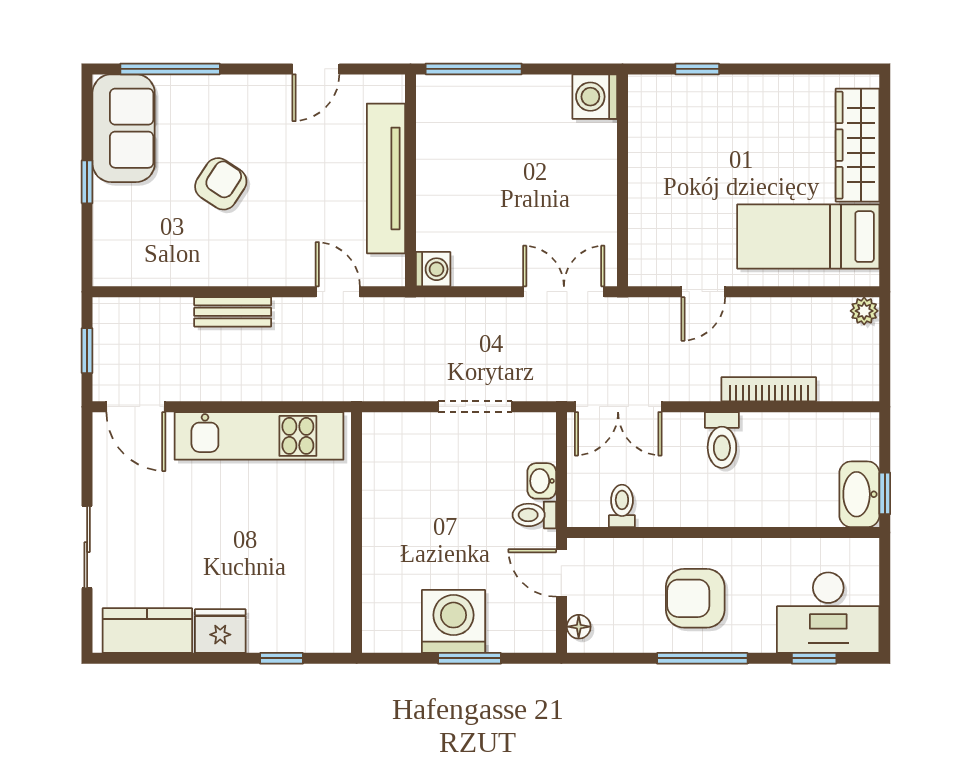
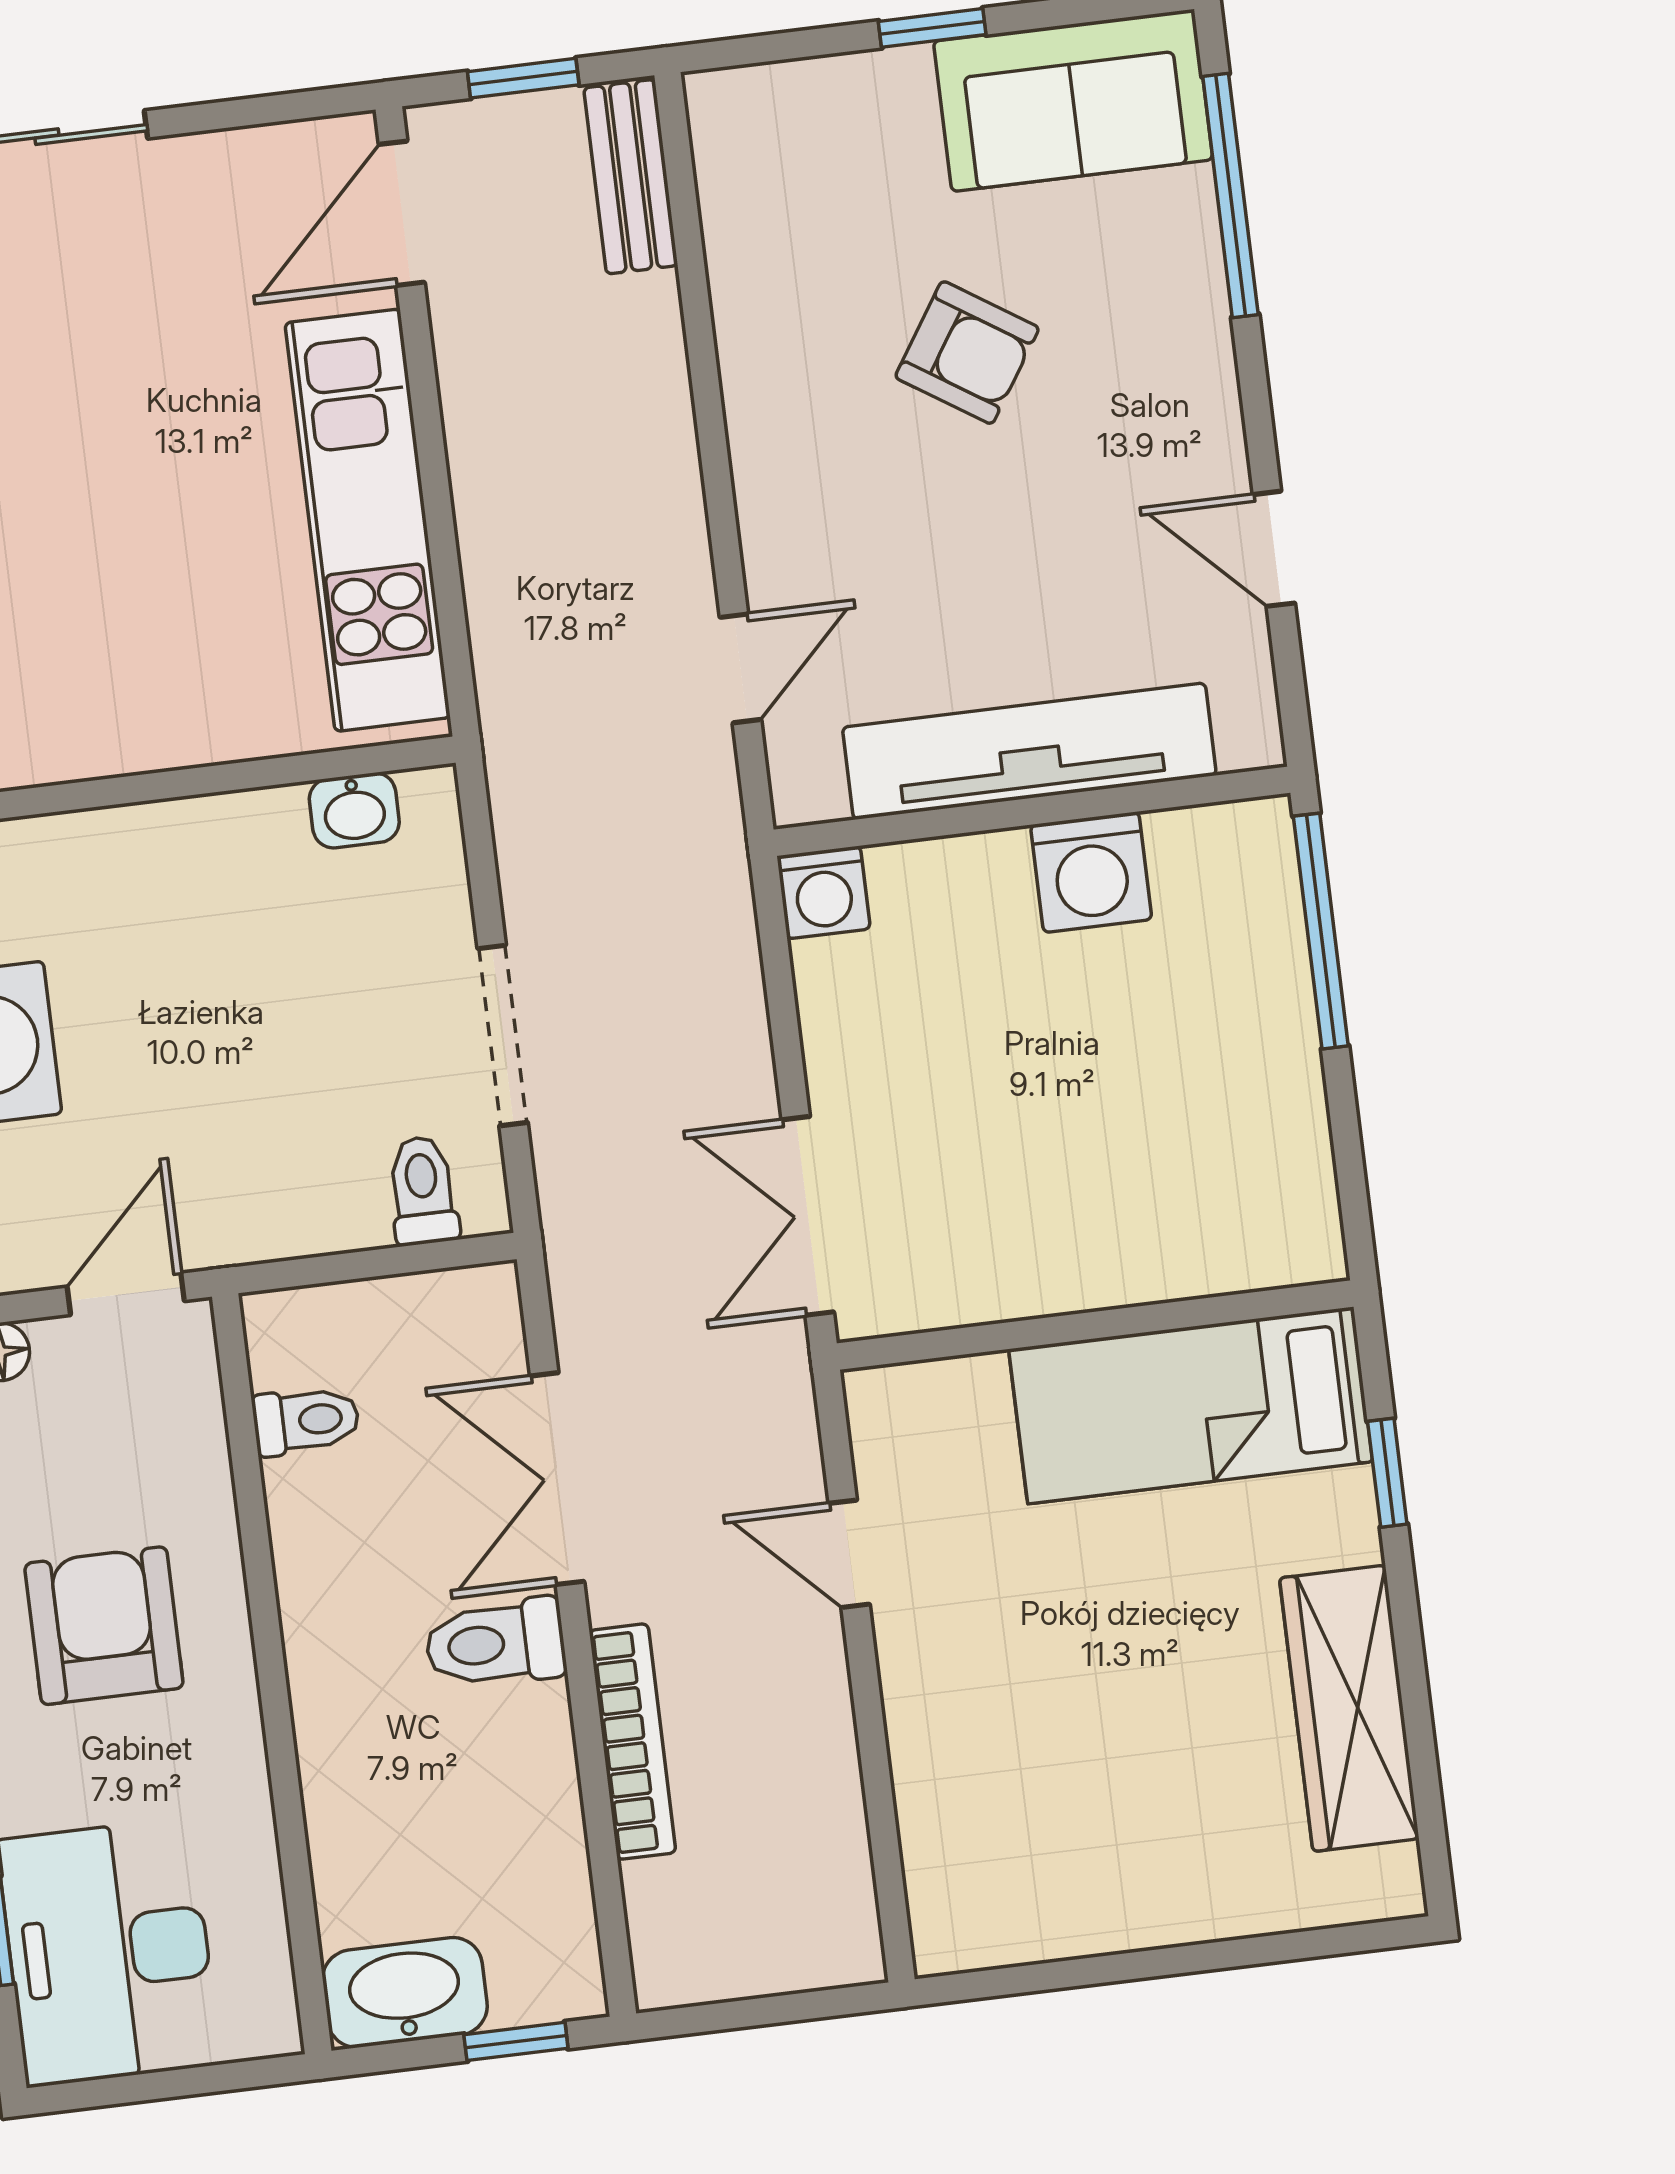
washing machine: (595, 97) -> (1091, 872), moved, turned 180
wardrobe: (858, 145) -> (1349, 1708), moved, turned -90
bed: (808, 237) -> (1191, 1405), moved, turned -90
double door: (564, 292) -> (808, 1216), swing flipped
plant: (864, 311) -> (851, 1949), removed
bench: (233, 312) -> (631, 177), moved
double door: (618, 407) -> (557, 1479), moved
washbasin: (542, 481) -> (354, 810), moved, turned 180
window: (885, 493) -> (516, 2041), moved
toilet: (534, 515) -> (423, 1191), moved

